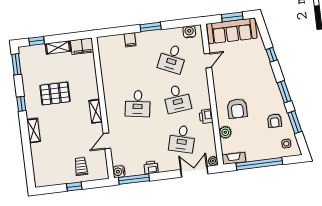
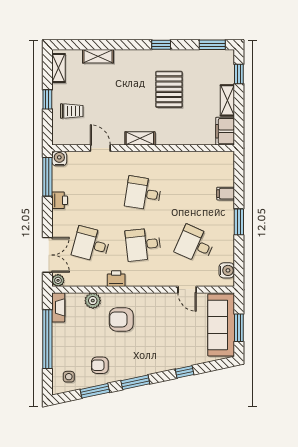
shelving: (34, 131) -> (98, 56), moved
shelving: (49, 181) -> (58, 68), added

